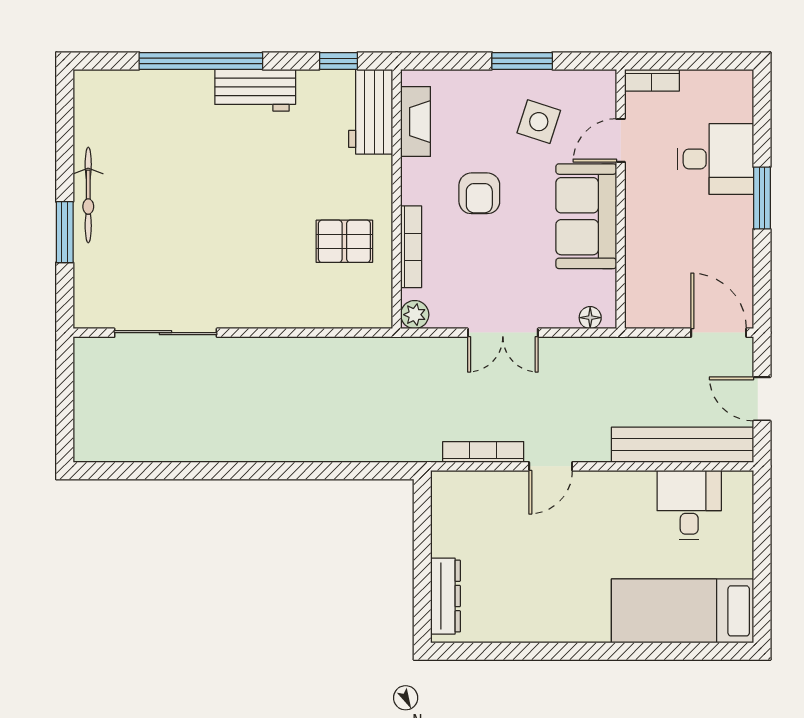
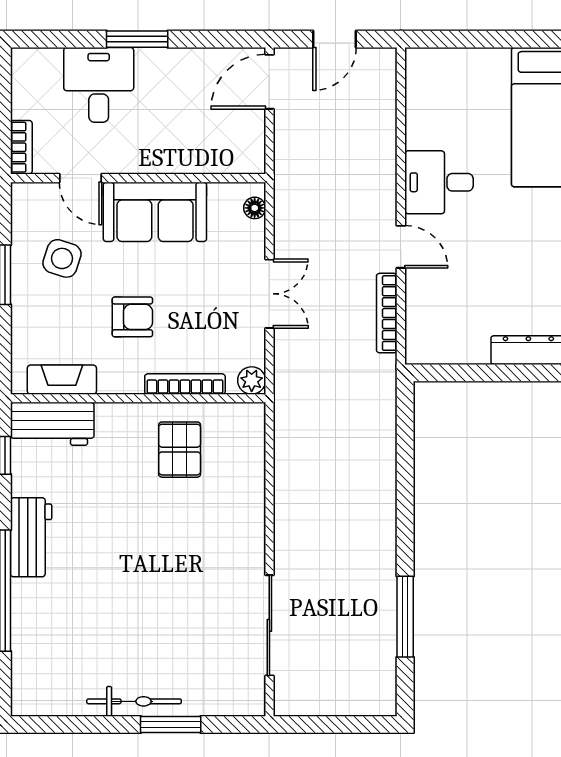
bench: (682, 445) -> (380, 117), removed
window: (175, 471) -> (405, 617), added
desk: (689, 505) -> (439, 182), moved

